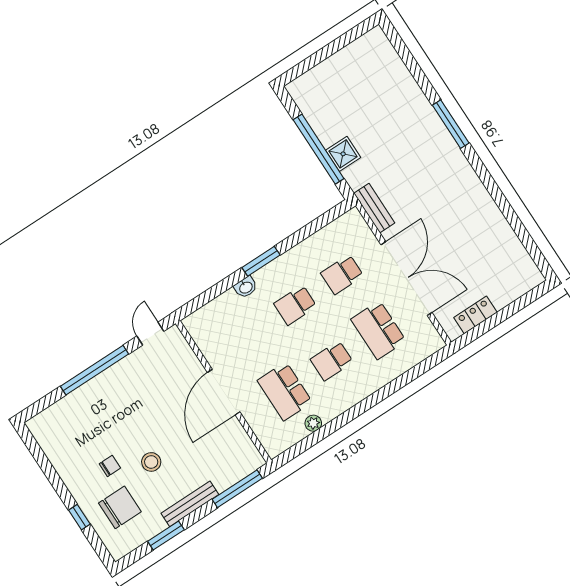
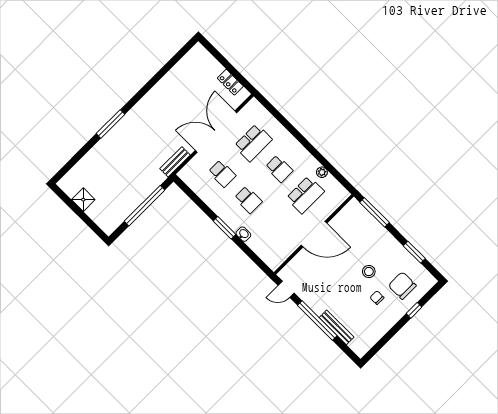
shower: (343, 154) -> (83, 200), moved
bench: (190, 504) -> (337, 327), moved

